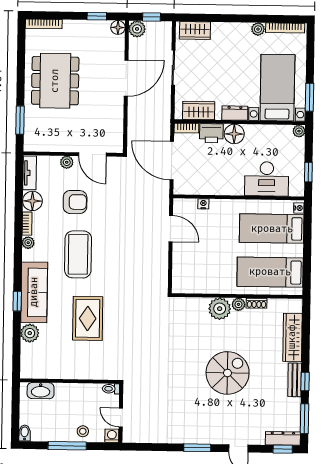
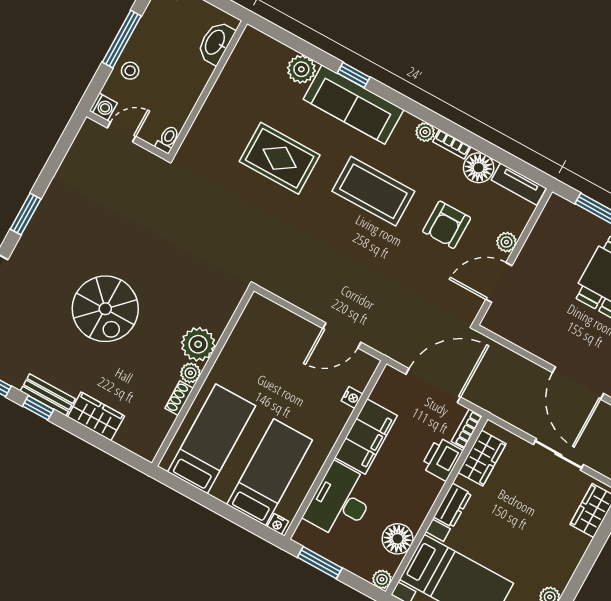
floor lamp: (234, 134) -> (398, 539), moved
window: (308, 172) -> (320, 563), width x1.50
filing cabinet: (222, 184) -> (366, 437), added
wardrobe: (292, 337) -> (96, 416), width x0.67

